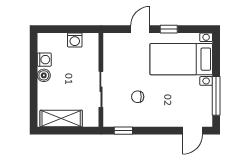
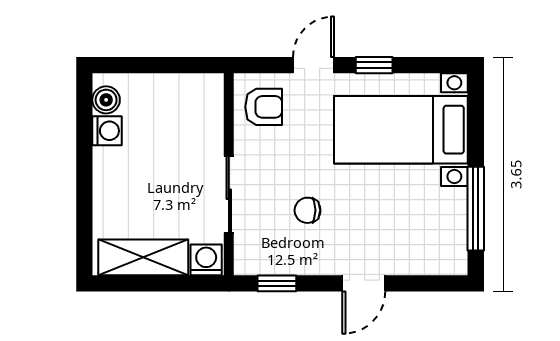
washing machine: (75, 40) -> (206, 260), moved, turned 180
armchair: (117, 48) -> (264, 107), added
boiler: (44, 75) -> (106, 100), moved
door: (193, 131) -> (364, 283), moved

